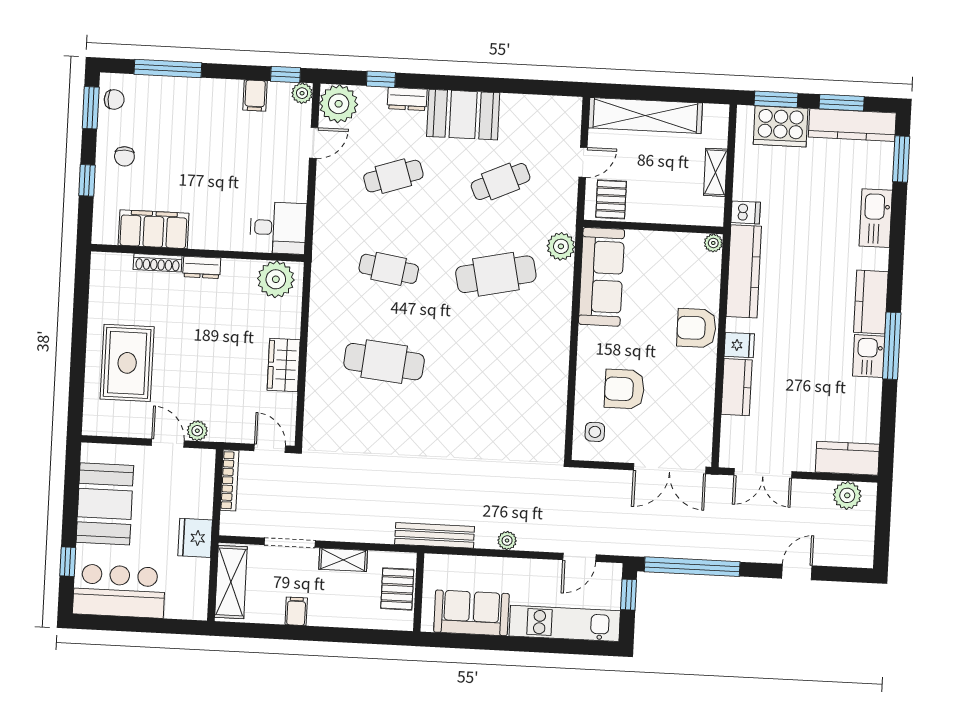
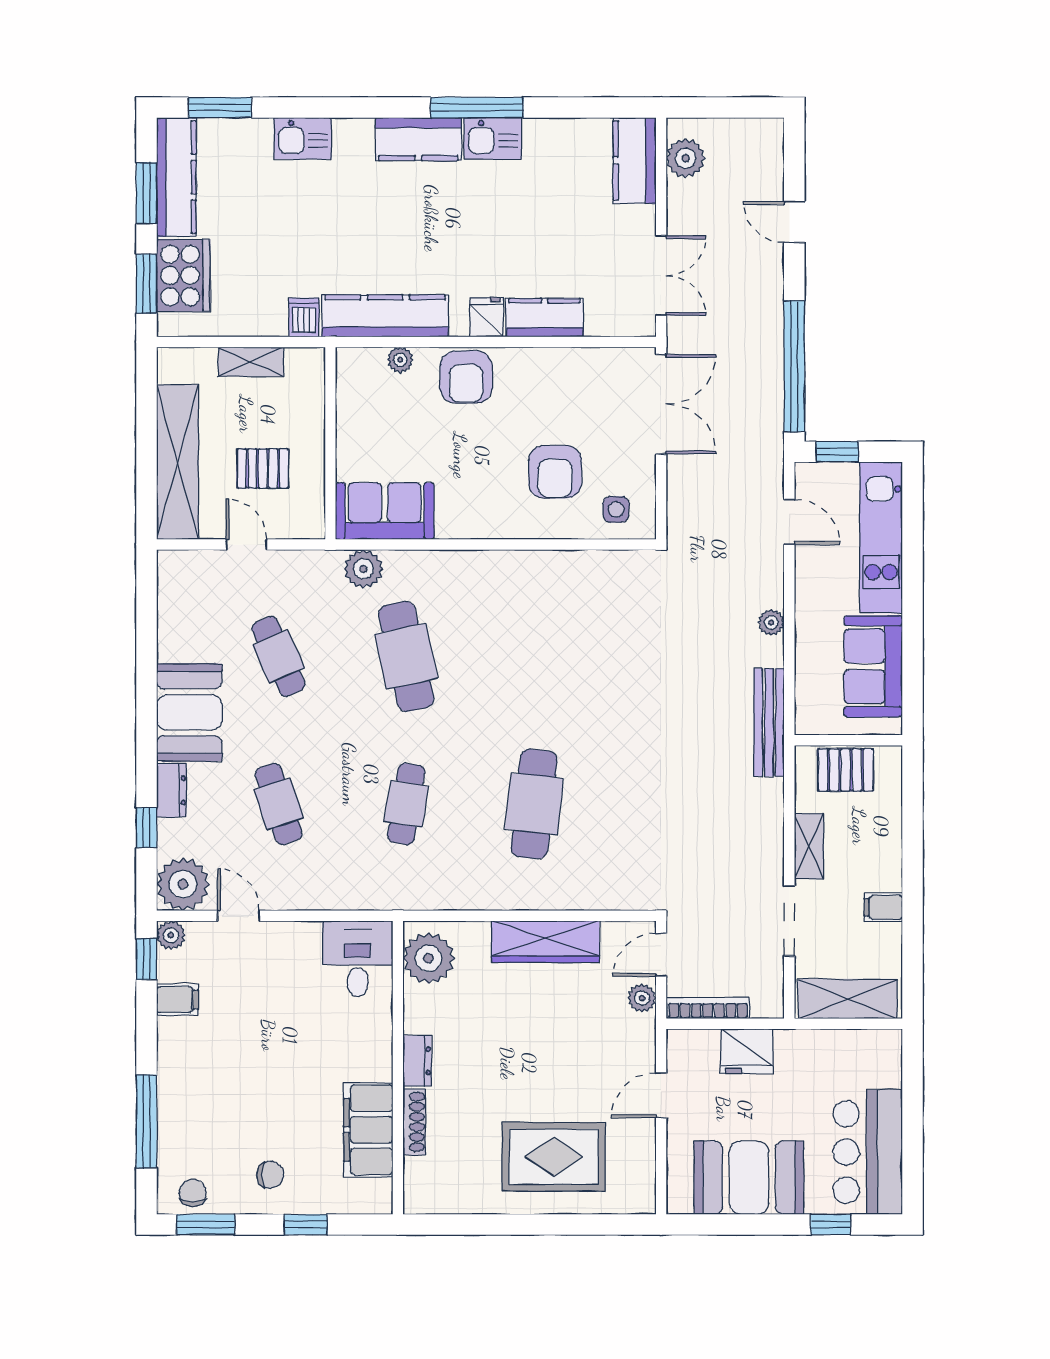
pallet: (611, 199) -> (263, 469), moved
kitchen sink: (876, 218) -> (303, 138), width x0.73
plant: (713, 243) -> (400, 360), moved
sofa: (602, 277) -> (385, 511), width x0.73
wardrobe: (284, 365) -> (546, 942), width x1.50
plant: (197, 431) -> (642, 998), moved
fridge: (195, 538) -> (747, 1051), moved

